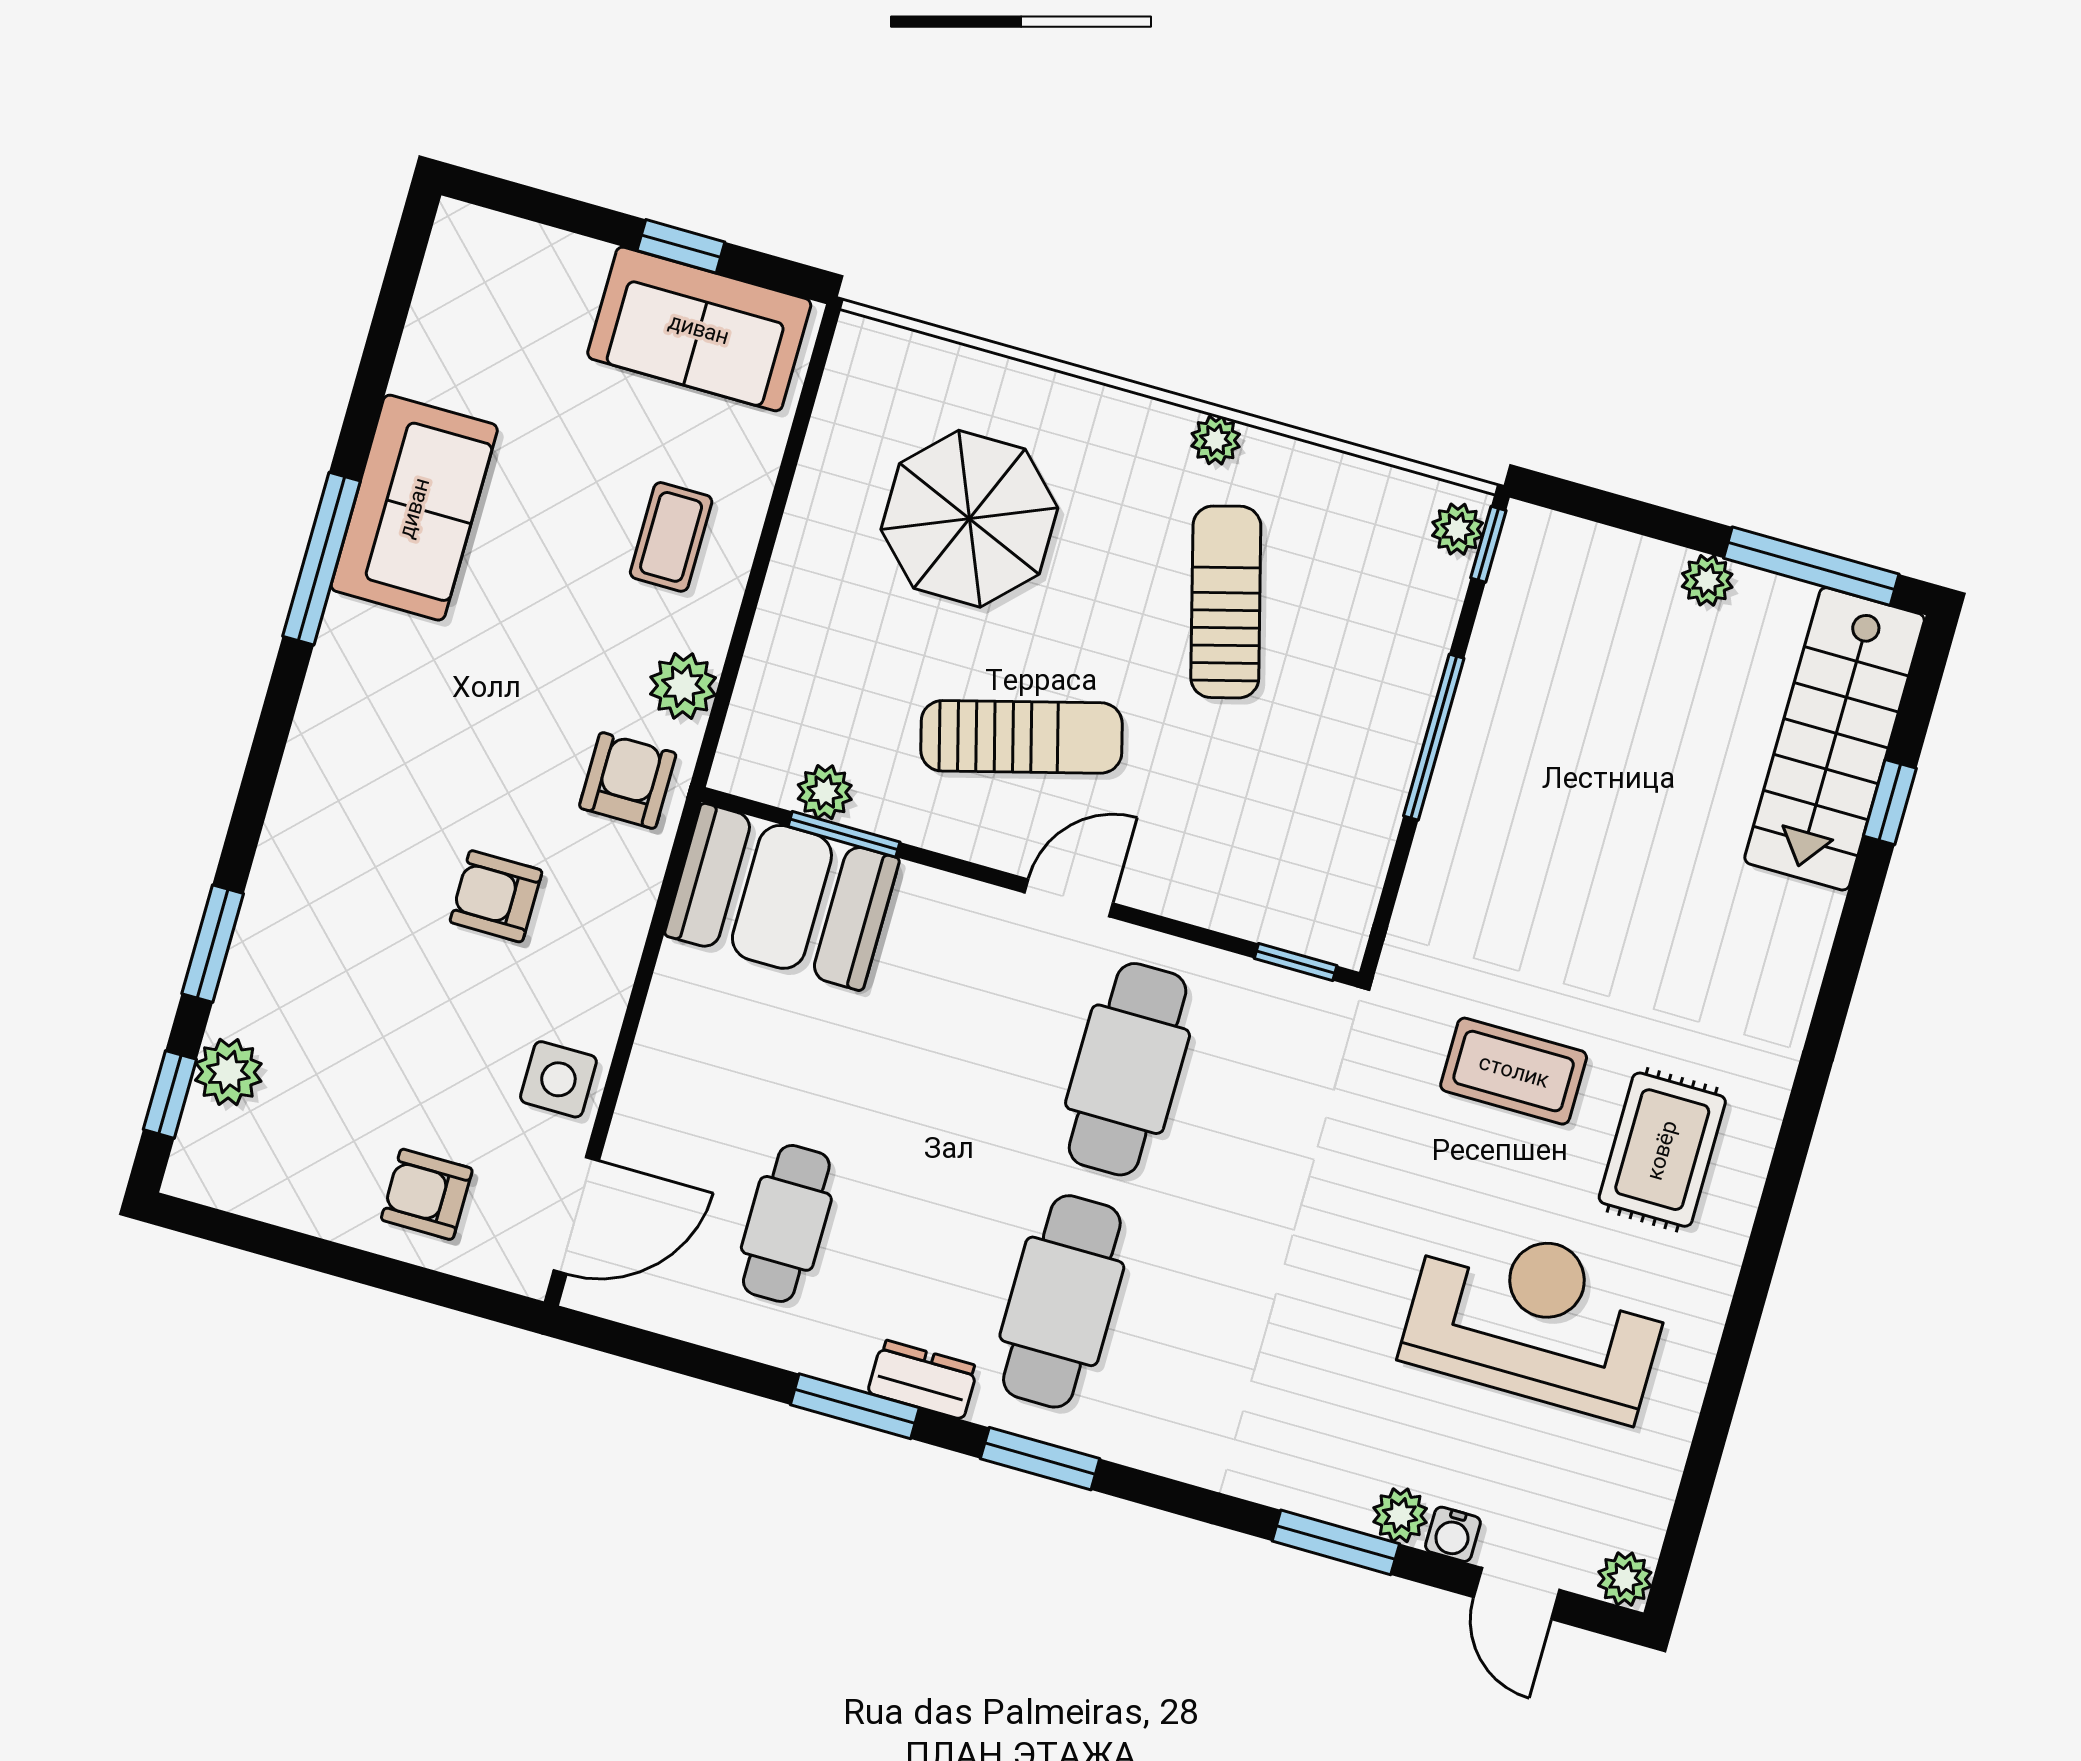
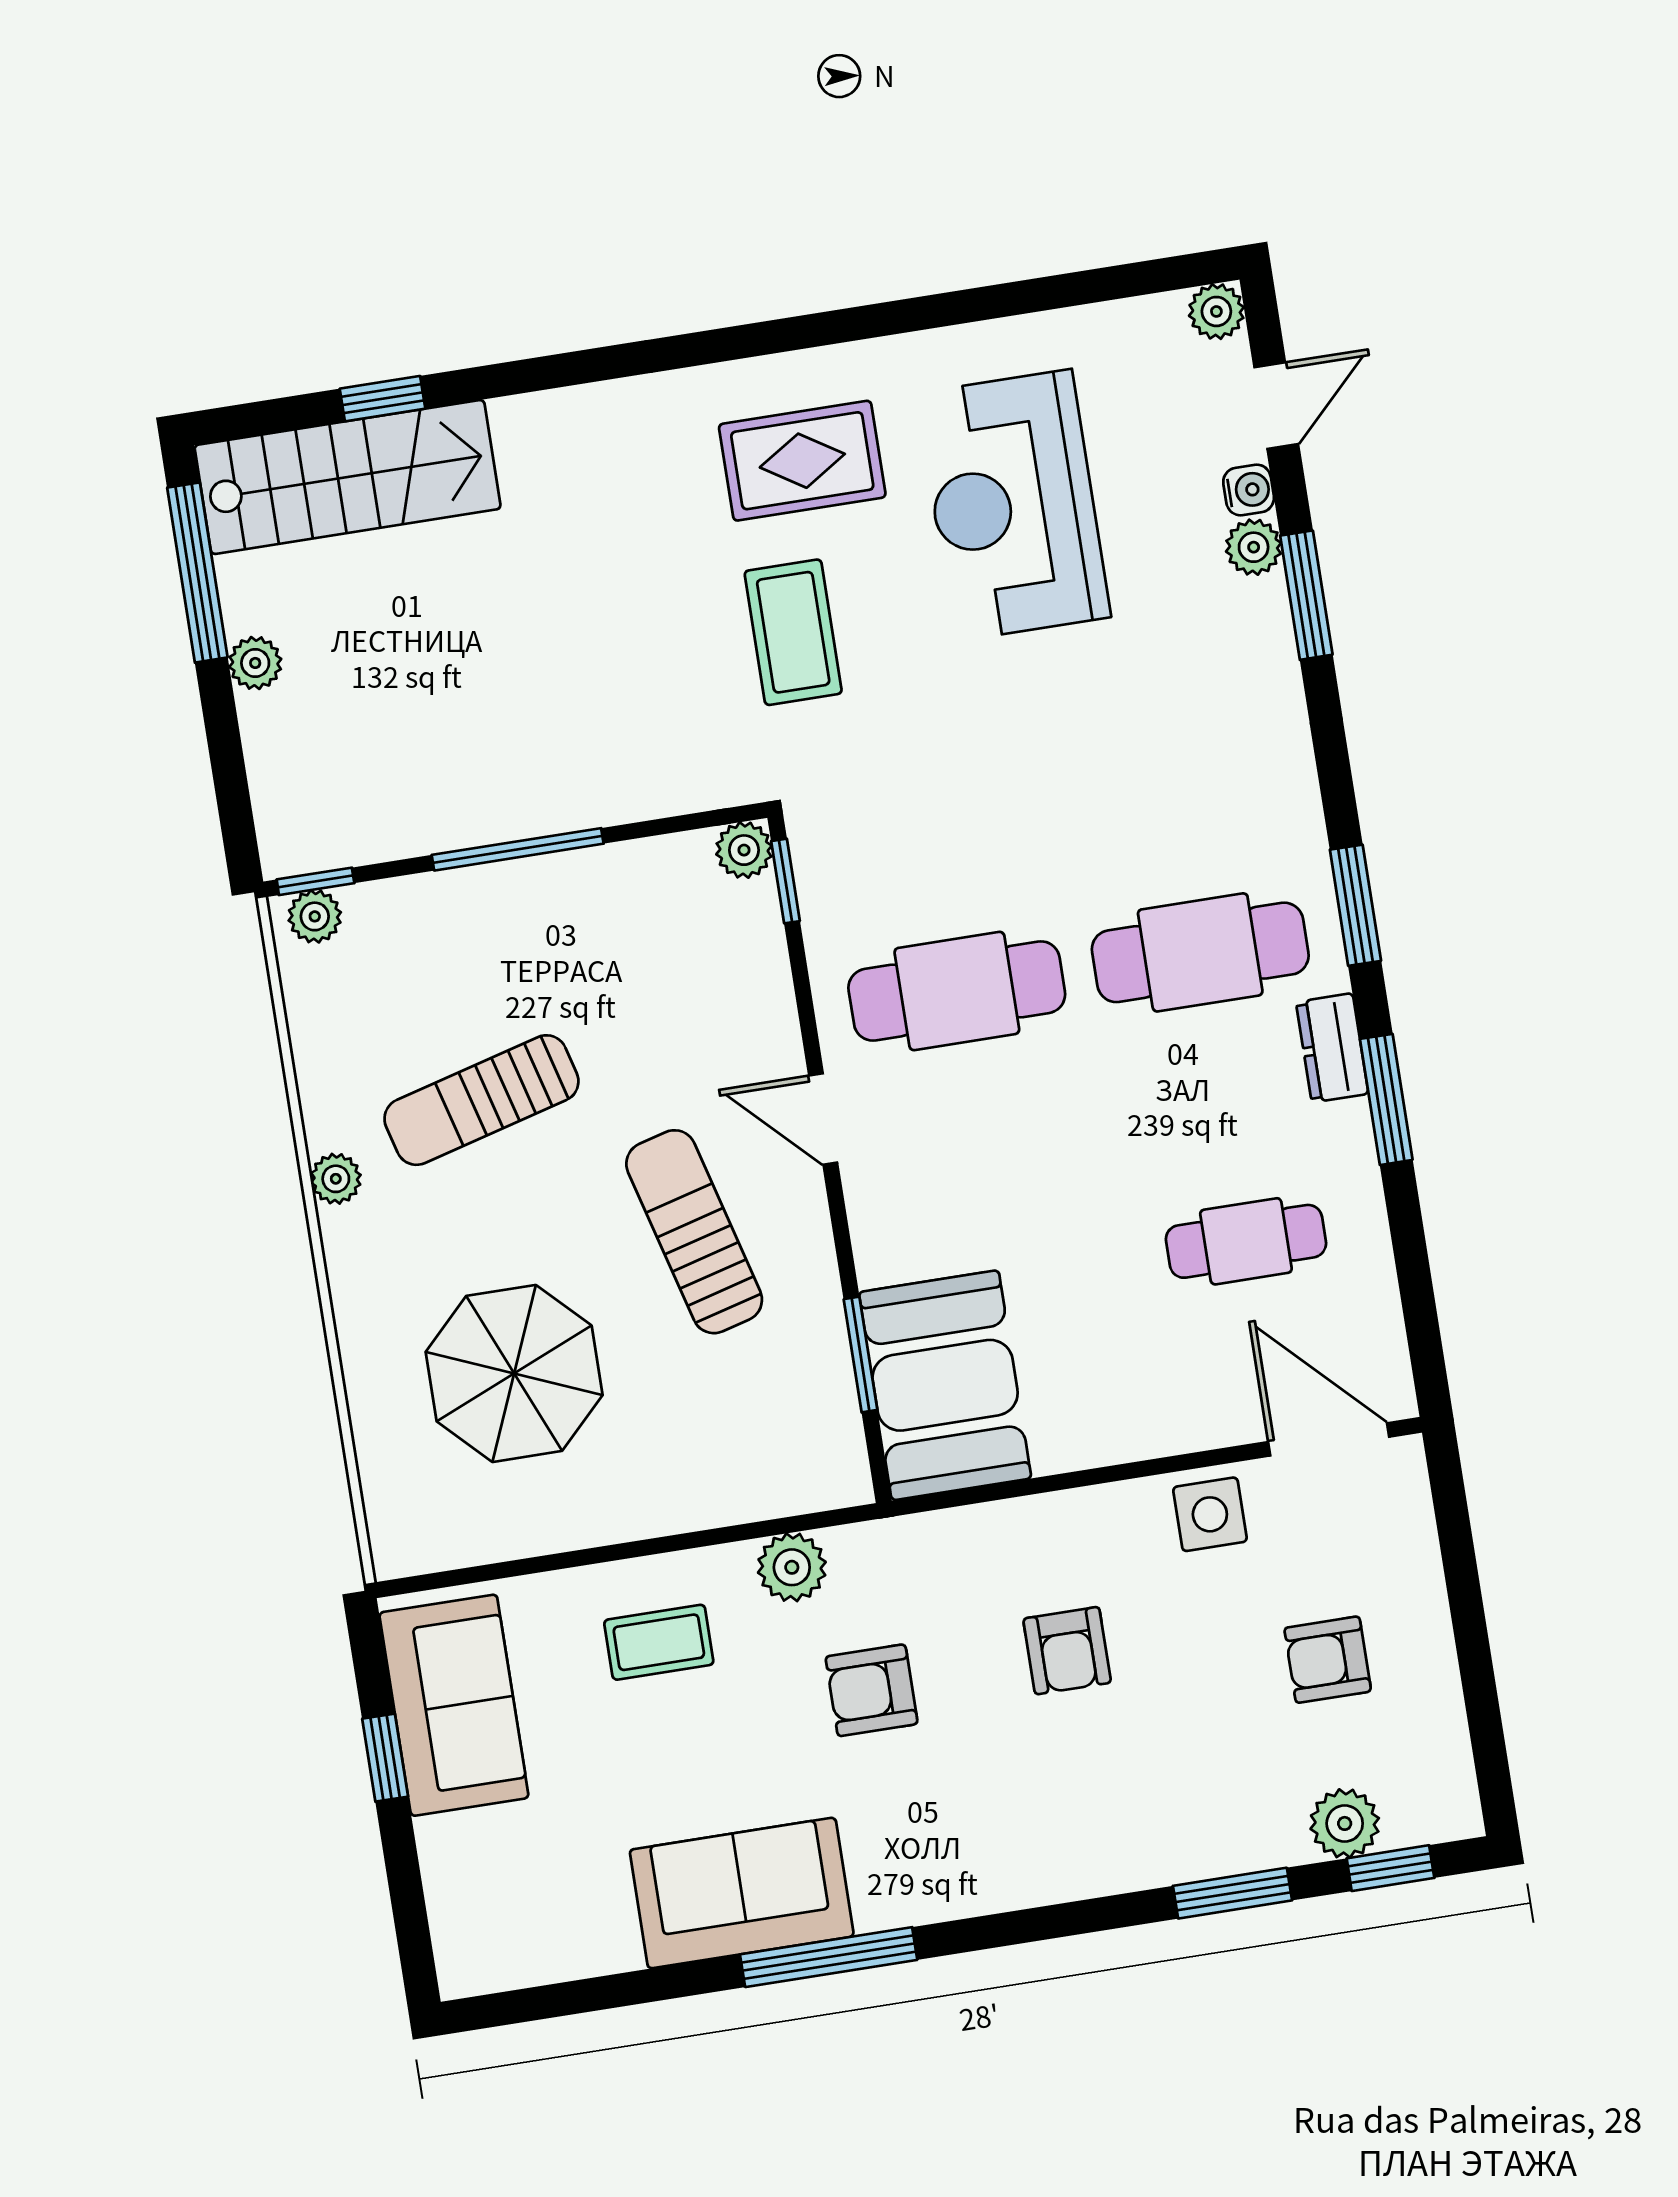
armchair: (628, 781) -> (872, 1690), moved
plant: (825, 792) -> (744, 850), moved
armchair: (427, 1194) -> (1328, 1660), moved, turned 90

